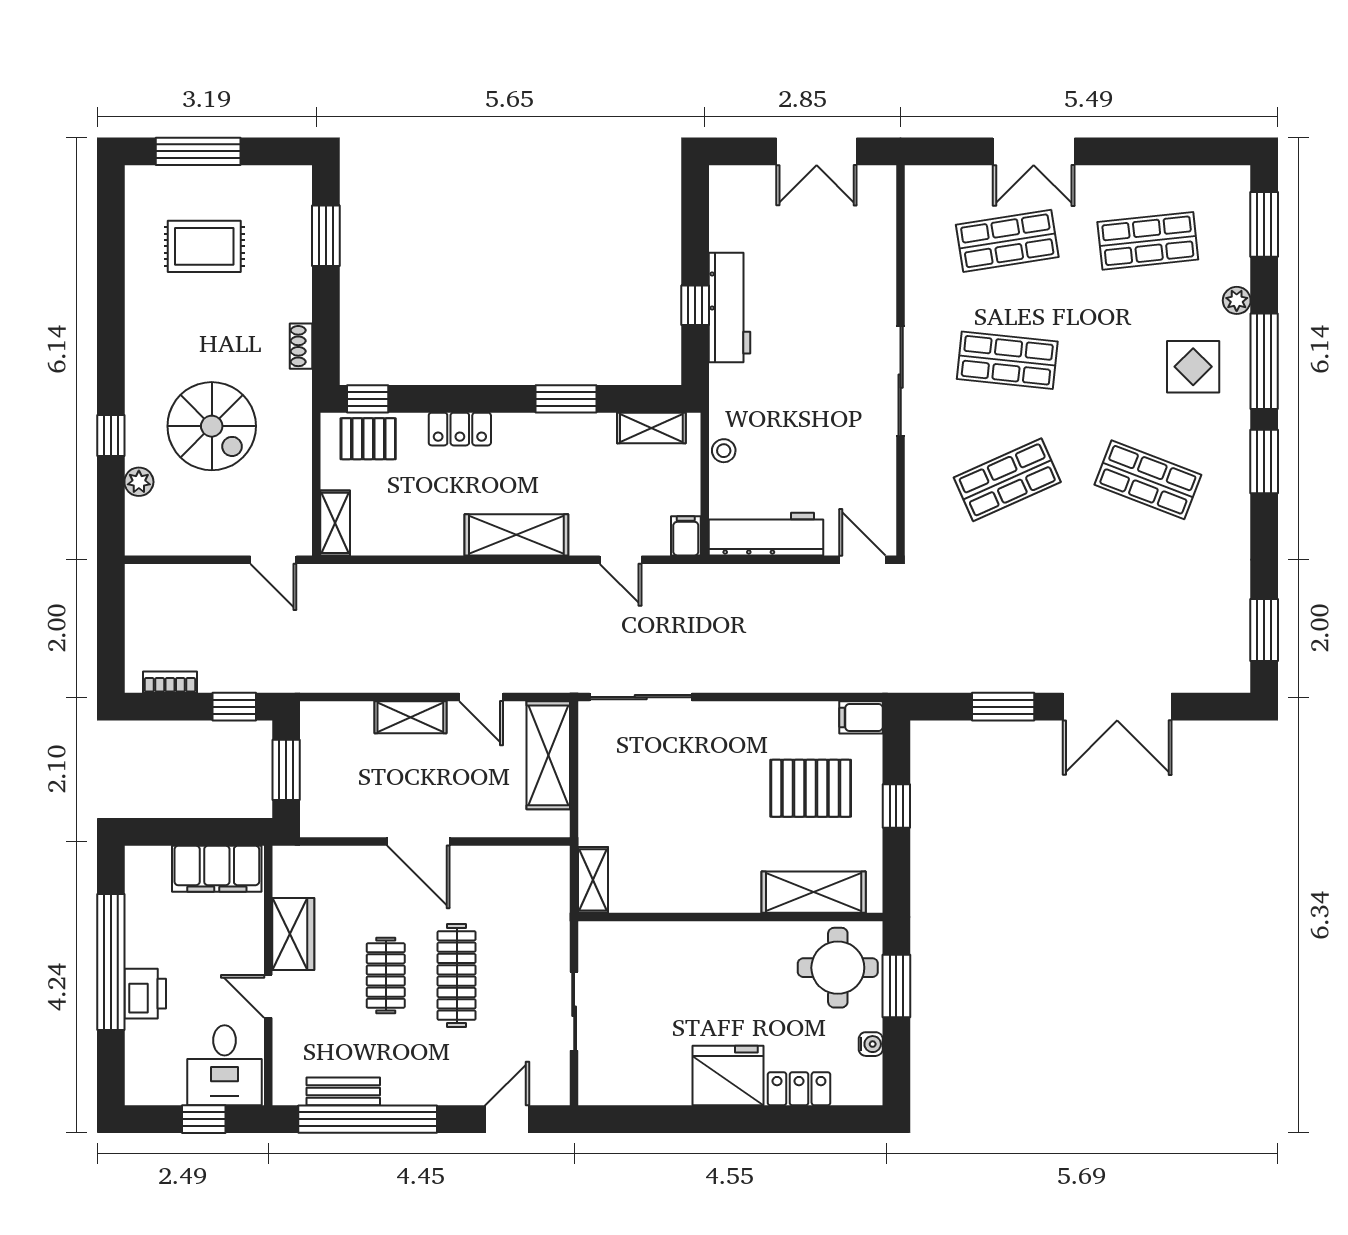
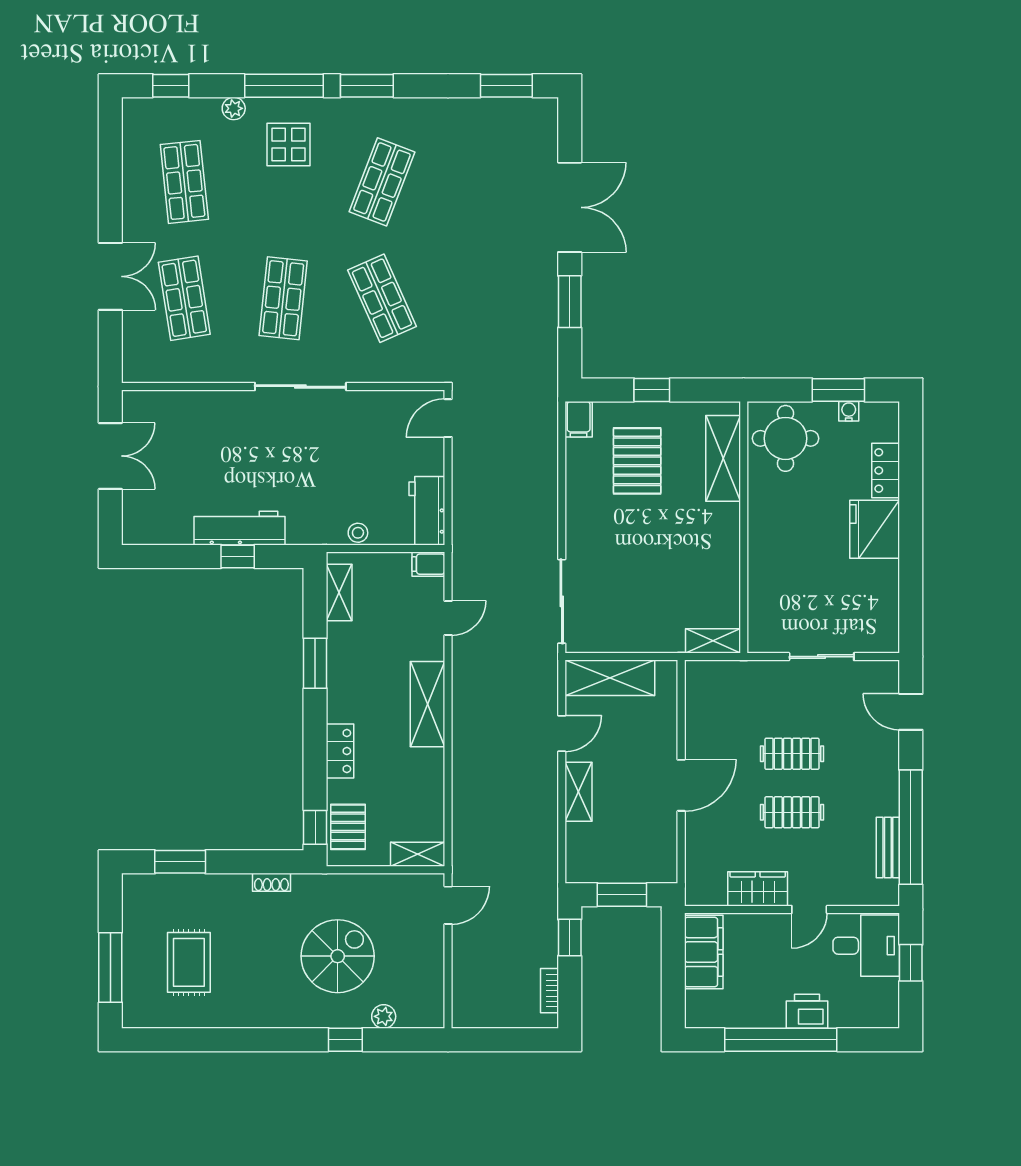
window: (1264, 224) -> (171, 86), width x0.67
workbench: (766, 534) -> (427, 511), width x0.73
clothes rail: (457, 975) -> (792, 754), width x0.73
window: (896, 986) -> (838, 390), moved

